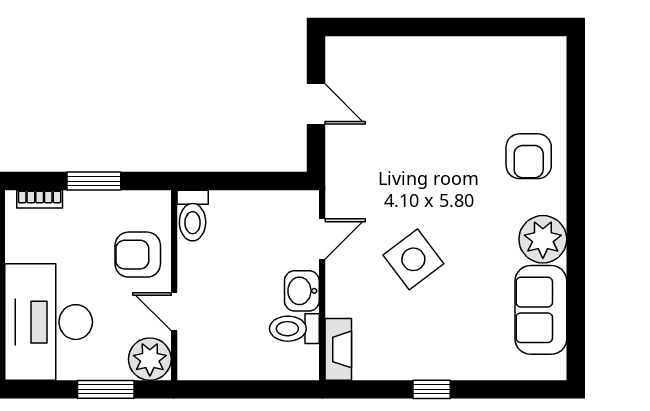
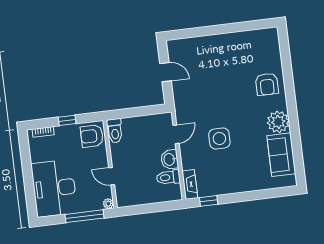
window: (94, 181) -> (67, 120), width x0.67
armchair: (138, 255) -> (92, 136), moved
side table: (413, 259) -> (219, 138), turned 37
plant: (150, 359) -> (108, 204), width x0.53, depth x0.53
window: (106, 389) -> (84, 216), width x1.44
window: (432, 389) -> (209, 201), moved

